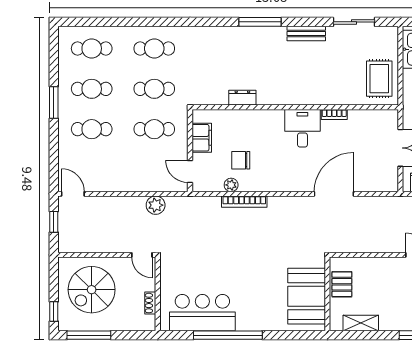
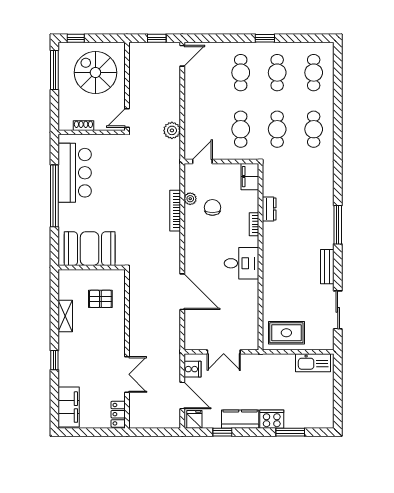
window: (54, 102) -> (265, 38), width x0.67
bookcase: (334, 114) -> (254, 224), moved
filing cabinet: (202, 138) -> (250, 177), moved, turned 90
wall: (327, 294) -> (92, 267), moved
booth: (307, 296) -> (90, 249), moved

